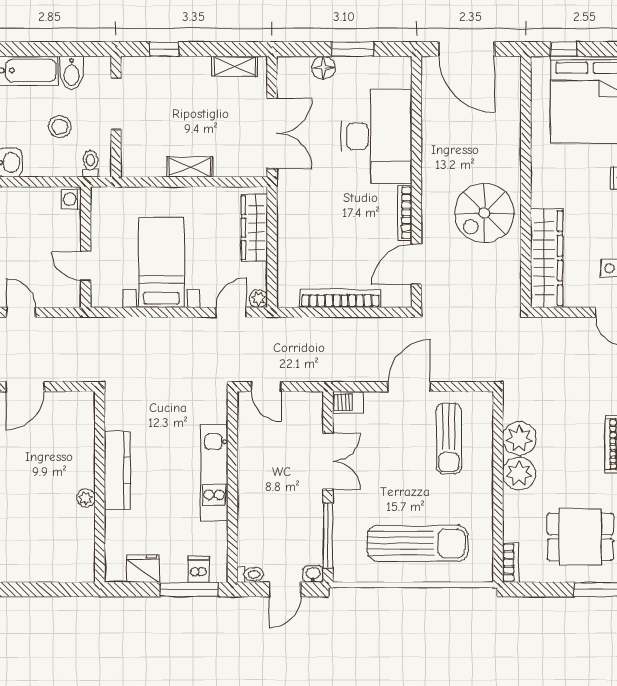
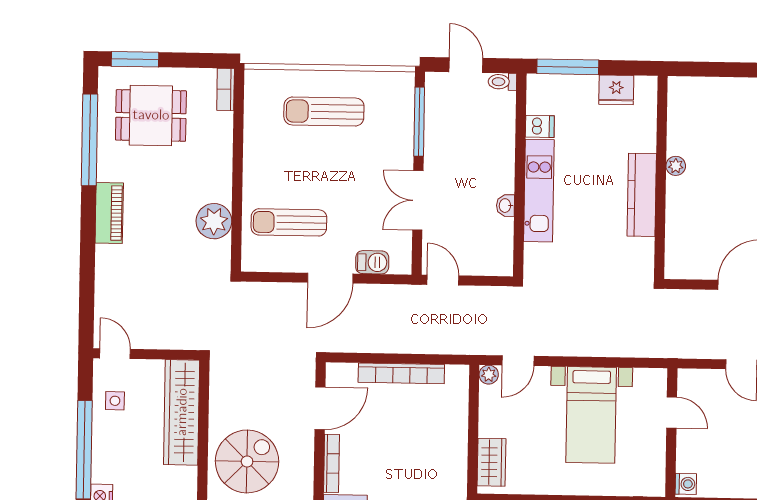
wardrobe: (254, 228) -> (491, 462), width x0.67
door: (266, 387) -> (443, 280), moved
barbecue: (348, 402) -> (372, 262), moved
sun lounger: (449, 439) -> (289, 222), turned -90
plant: (519, 473) -> (215, 184), removed
sun lounger: (418, 543) -> (324, 112), width x0.73, depth x0.75
dishwasher: (198, 569) -> (540, 126), moved, turned -90
washbasin: (313, 574) -> (505, 206), moved, turned 90
door: (285, 589) -> (466, 65), hinge flipped

